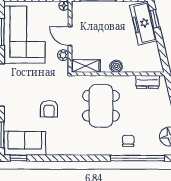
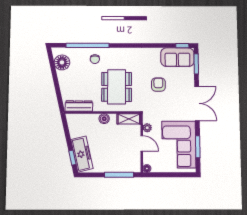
dresser: (147, 82) -> (79, 106), width x1.44

